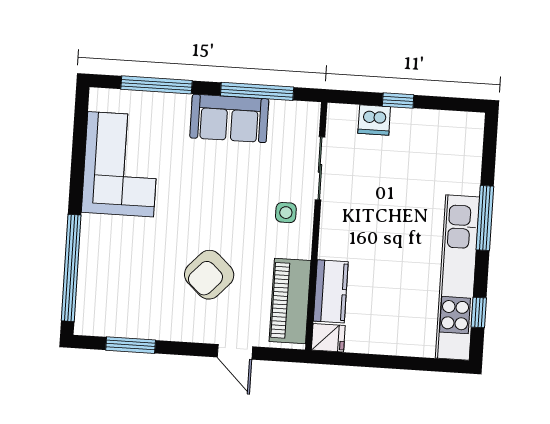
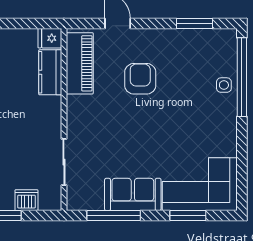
window: (156, 85) -> (188, 216), width x0.69
corner sofa: (121, 164) -> (200, 184), moved, turned 90
side table: (286, 213) -> (224, 85), moved
armchair: (209, 275) -> (140, 79), turned -43

